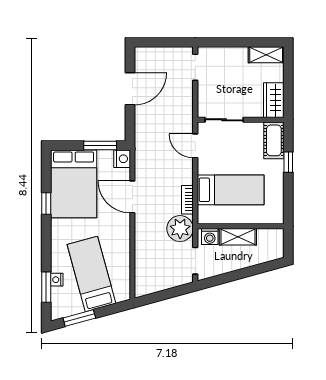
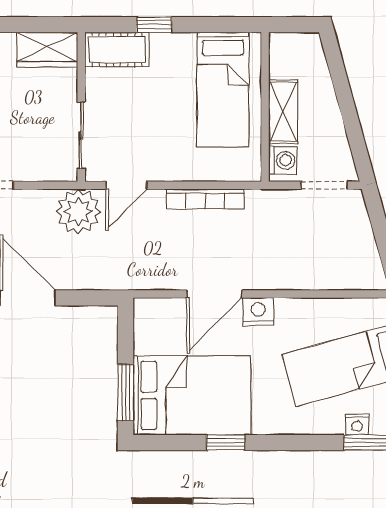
window: (100, 145) -> (125, 392), moved
nightstand: (122, 159) -> (258, 312), moved
bed: (231, 190) -> (223, 90), moved, turned 180
bookcase: (187, 200) -> (205, 199), width x1.56
plant: (180, 229) -> (78, 212), moved

